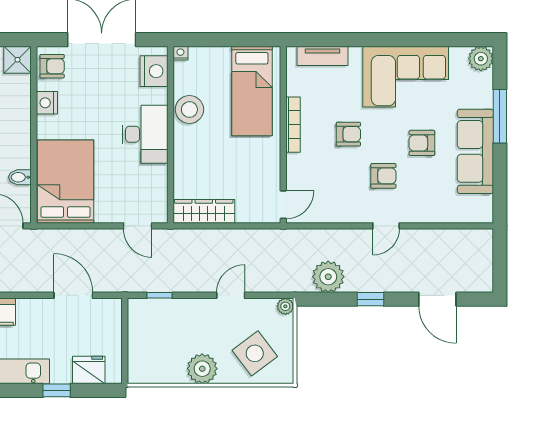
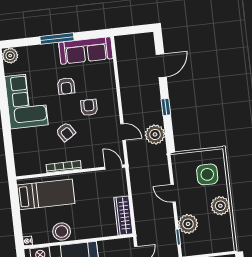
tv unit: (323, 56) -> (19, 153), removed
window: (500, 116) -> (57, 38), moved
armchair: (348, 134) -> (66, 132), turned 147
sofa: (475, 151) -> (86, 50), moved
door: (386, 226) -> (123, 132), moved
plant: (285, 306) -> (188, 224), moved, width x1.88, depth x1.88
side table: (255, 353) -> (207, 174), turned 37

